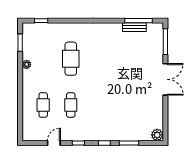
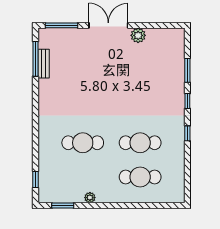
cafe table: (43, 105) -> (140, 177), width x1.37, depth x1.35
cafe table: (71, 105) -> (140, 143), width x1.37, depth x1.35
plant: (157, 135) -> (138, 35), moved
door: (54, 143) -> (187, 164), removed

